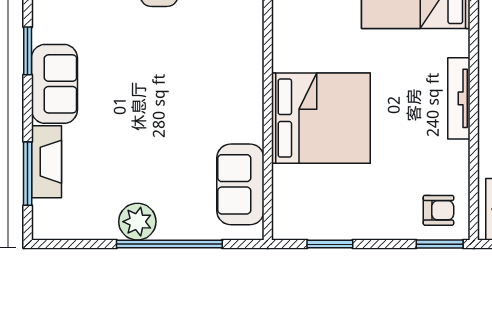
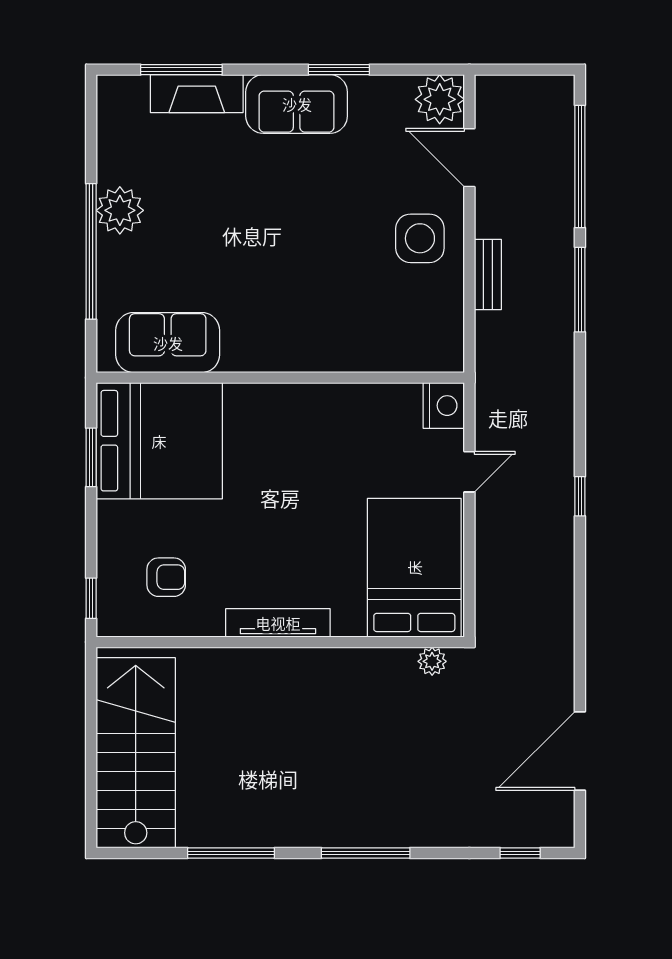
bed: (321, 118) -> (159, 441), moved, turned -90
armchair: (438, 210) -> (166, 577), moved, turned -90
window: (440, 244) -> (91, 598), width x0.67

